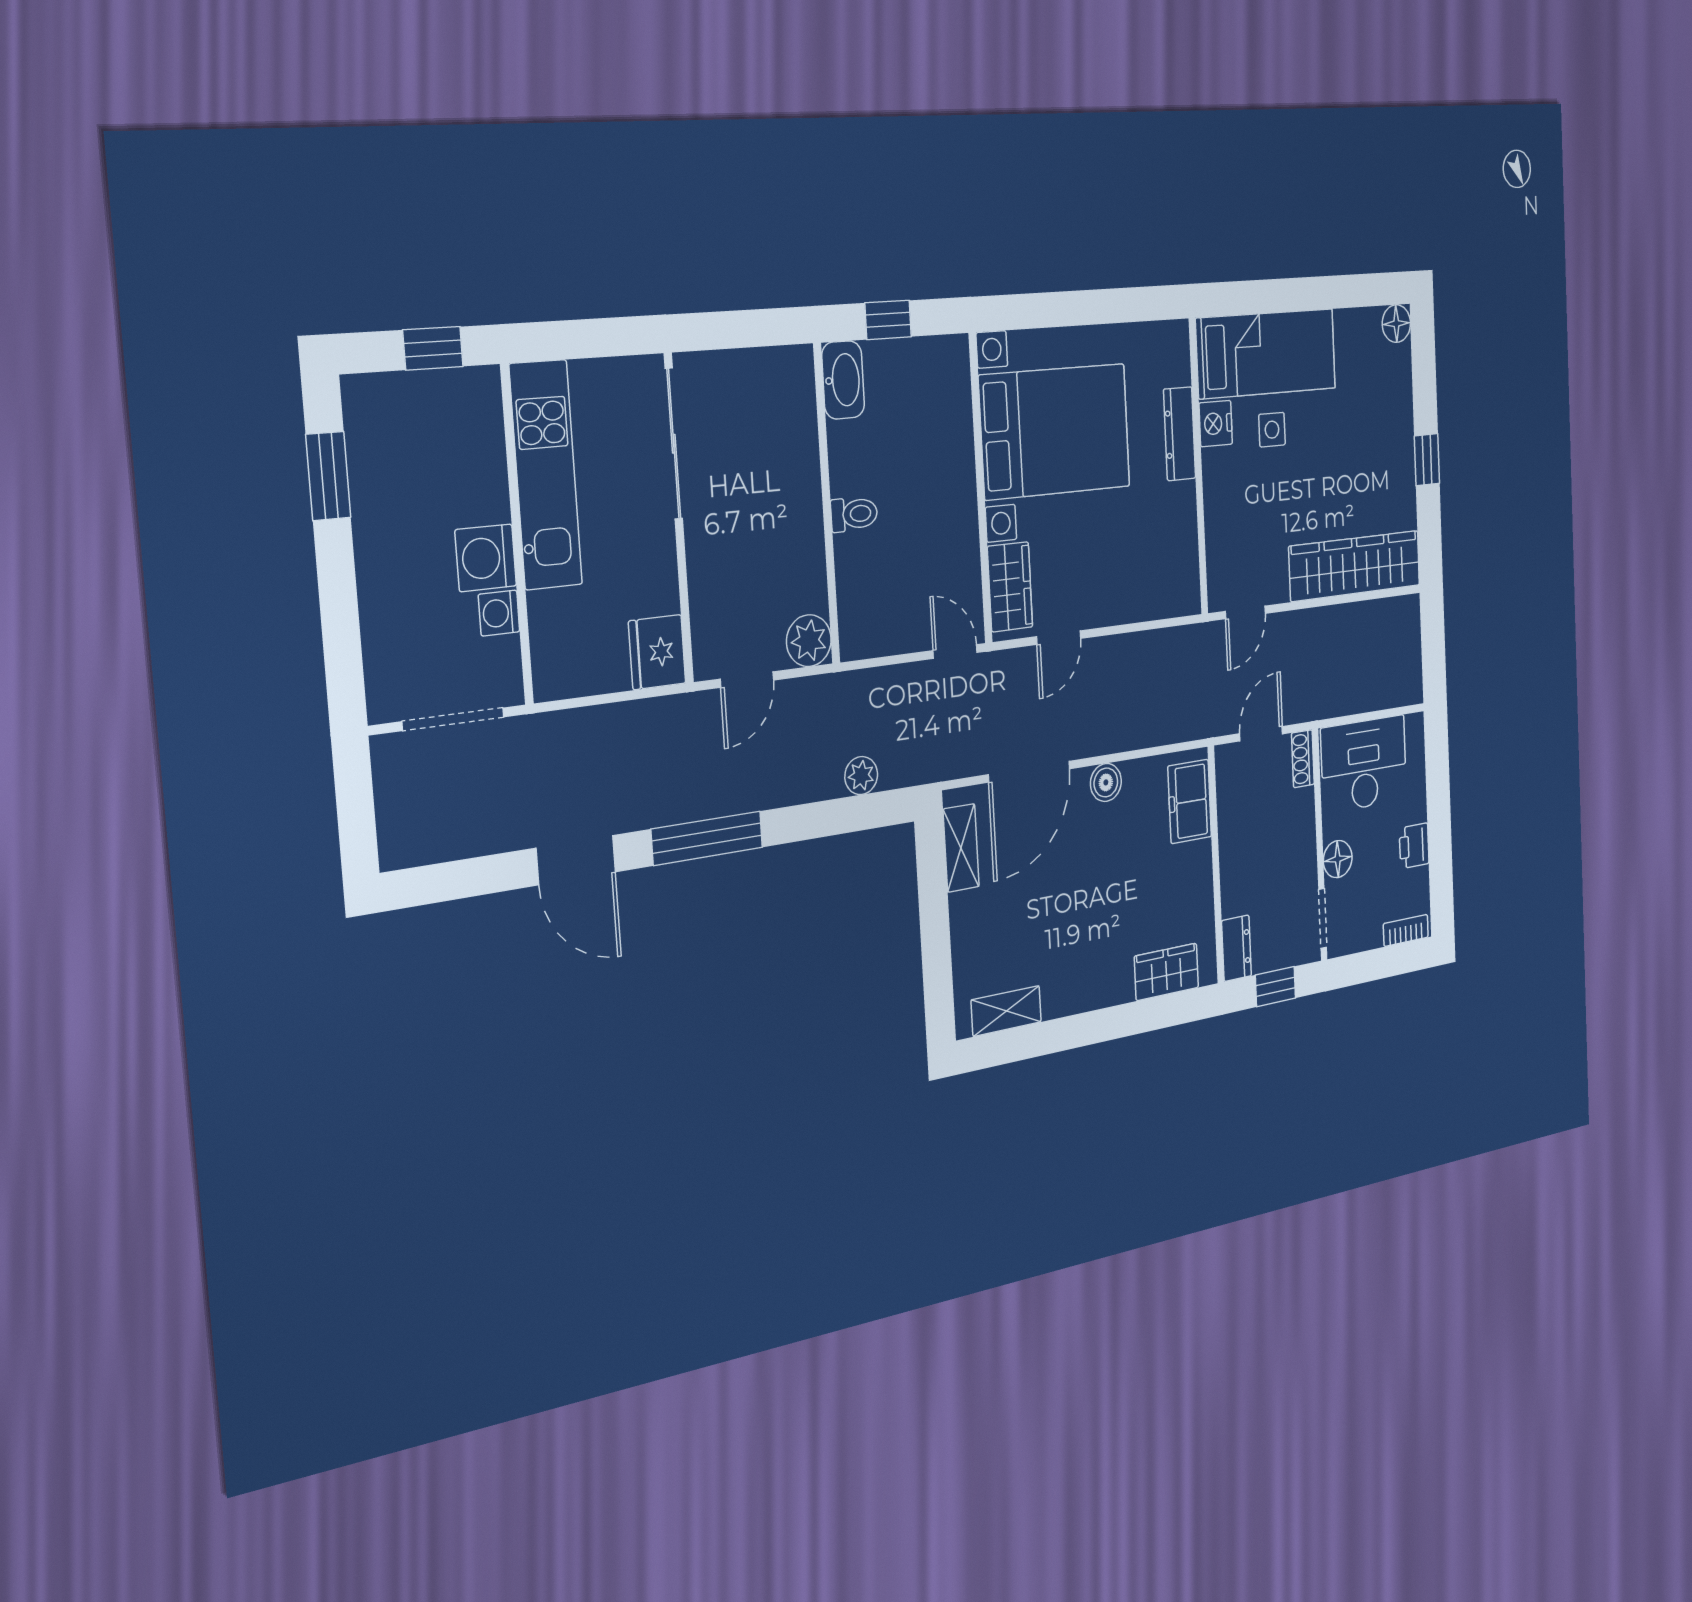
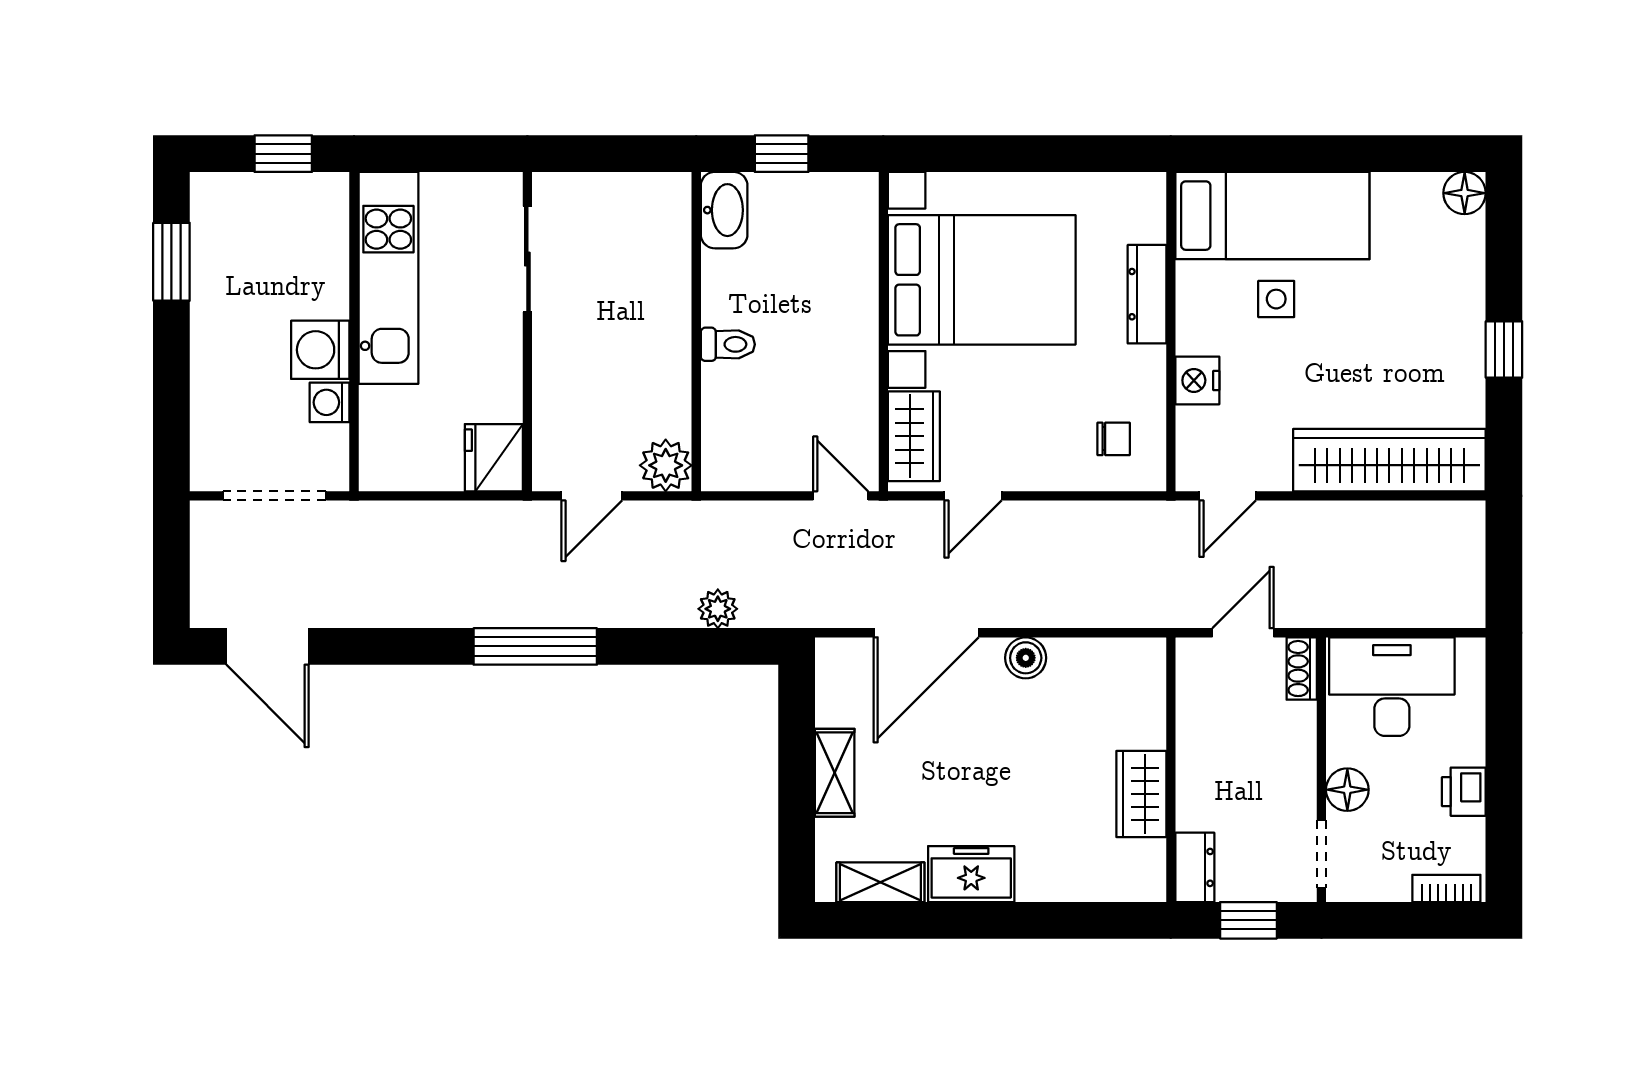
nightstand: (1216, 424) -> (1197, 380), moved
sliding door: (674, 444) -> (527, 259), width x0.73
chair: (1161, 571) -> (1114, 439), added
freezer: (1190, 801) -> (971, 874), moved, turned 90
shelving: (961, 848) -> (835, 773), moved
door: (576, 860) -> (268, 646), moved
wardrobe: (1166, 972) -> (1141, 794), moved, turned -90

